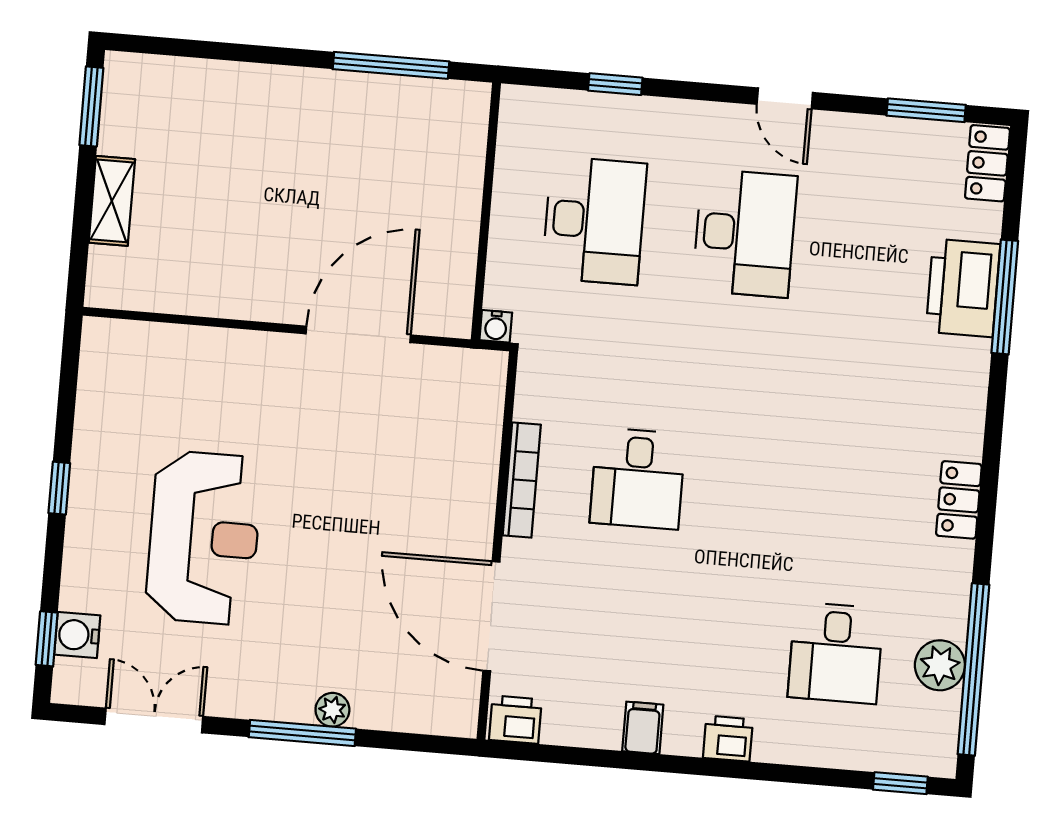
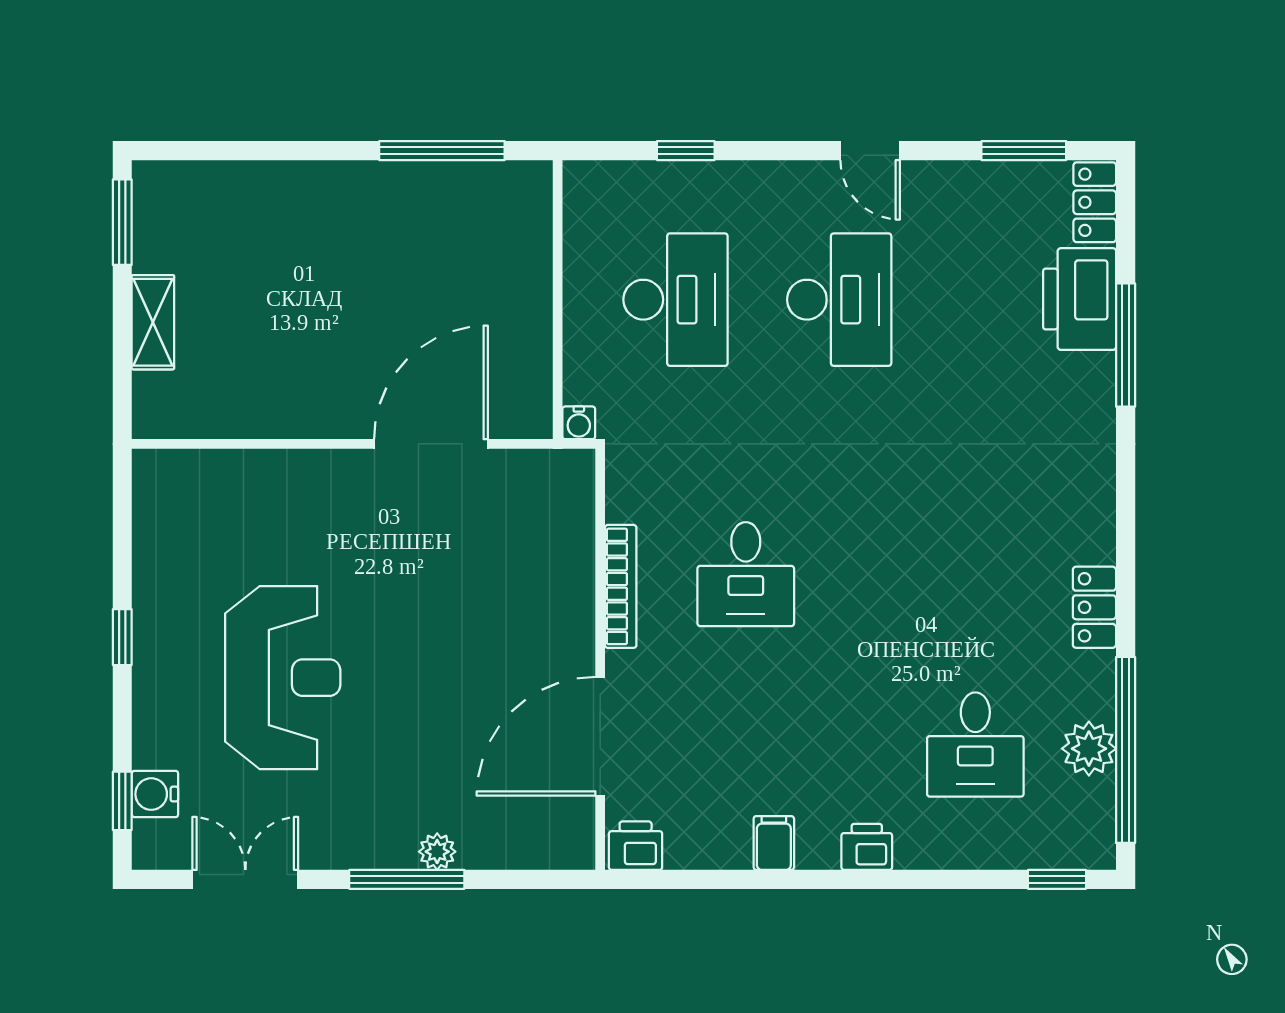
printer: (963, 288) -> (1080, 299), moved
locker: (959, 500) -> (1094, 607), moved
door: (491, 616) -> (600, 736), hinge flipped

